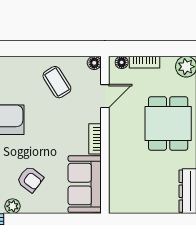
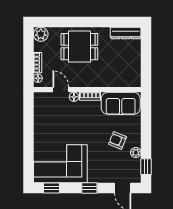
floor lamp: (94, 63) -> (74, 97), moved
coffee table: (57, 82) -> (51, 122), removed
armchair: (30, 179) -> (118, 140), turned -105

